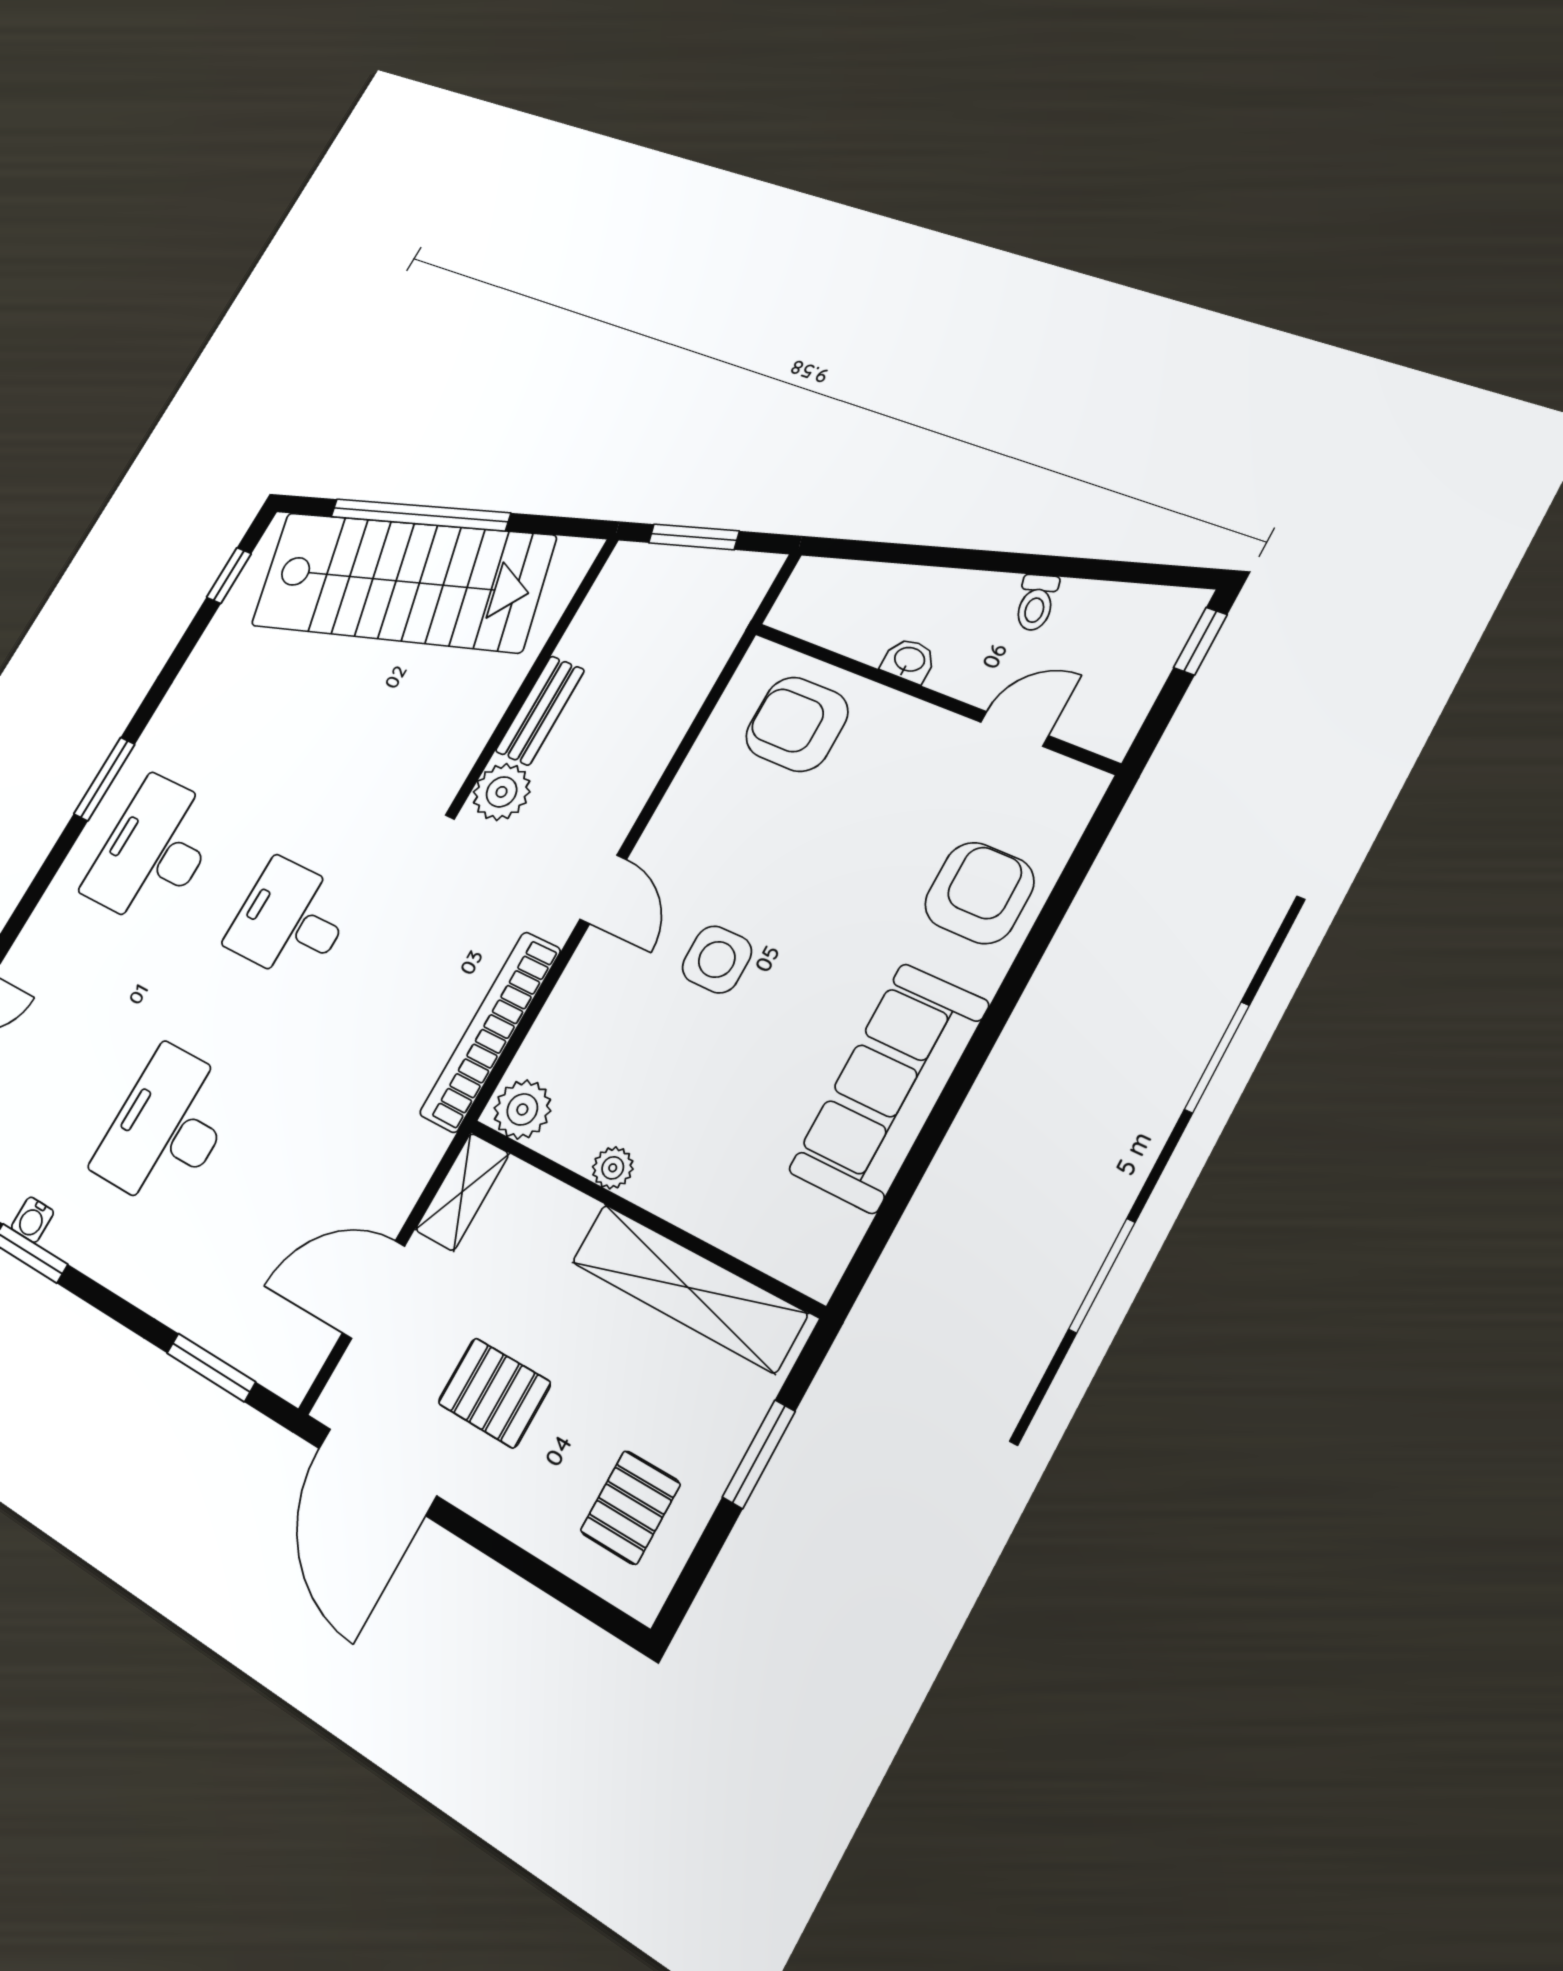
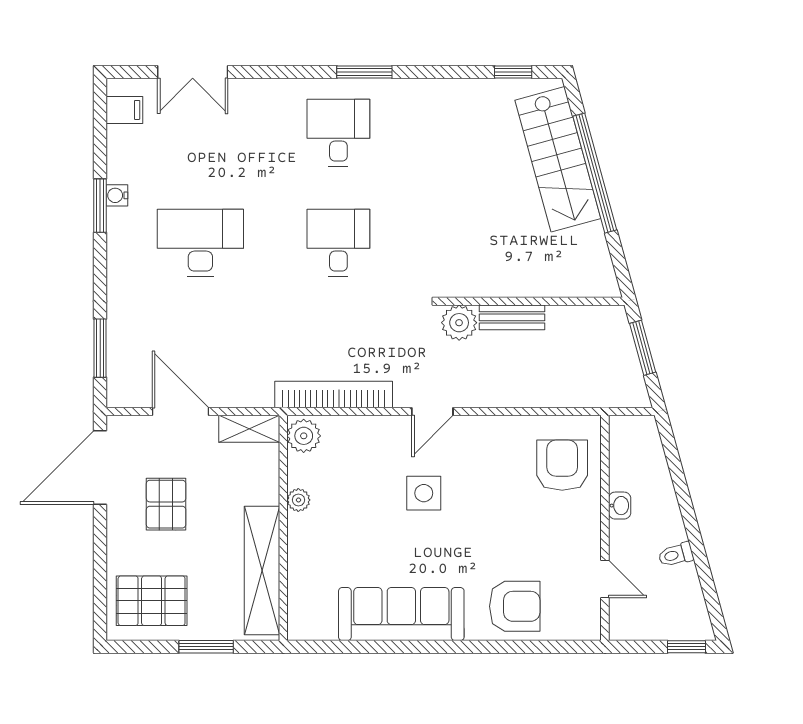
stairs: (401, 581) -> (558, 159), width x0.73, depth x0.66
desk: (154, 851) -> (338, 133), width x0.73
pallet: (630, 1507) -> (152, 601), width x1.50, depth x1.42

